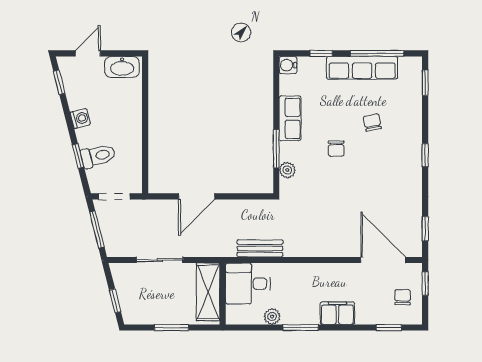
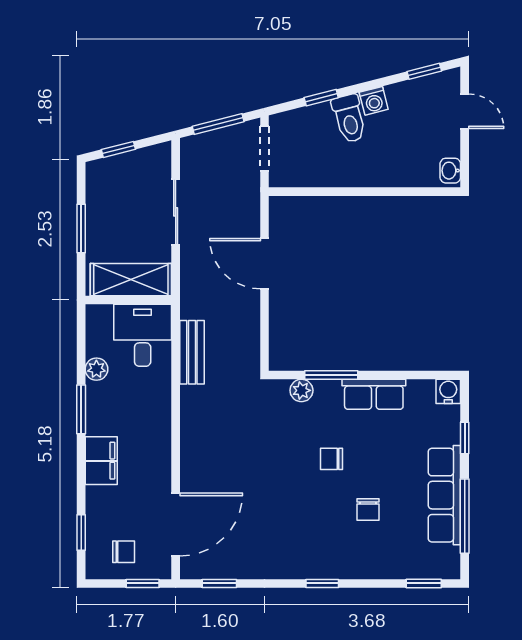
washbasin: (122, 67) -> (450, 171), width x0.52, depth x0.69
chair: (372, 122) -> (368, 510), turned 101
toilet: (98, 156) -> (349, 119), moved

